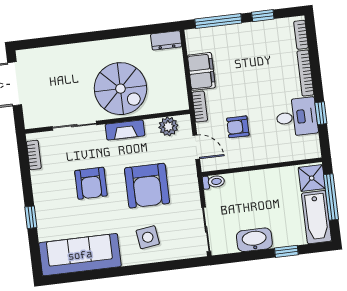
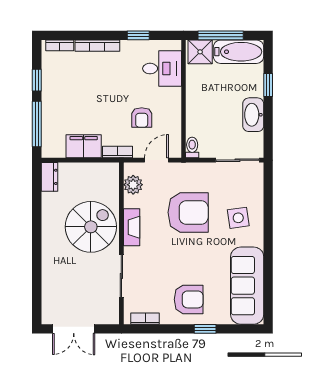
desk: (297, 117) -> (162, 69), moved, turned 90
armchair: (91, 183) -> (189, 299), moved

